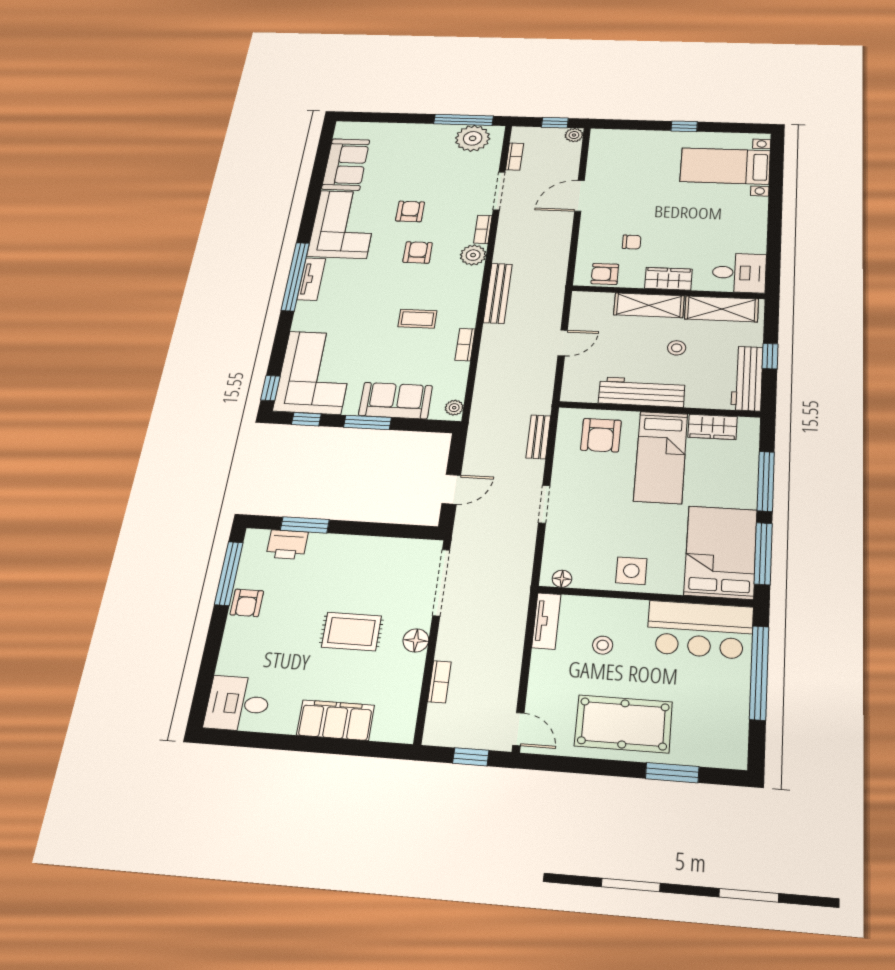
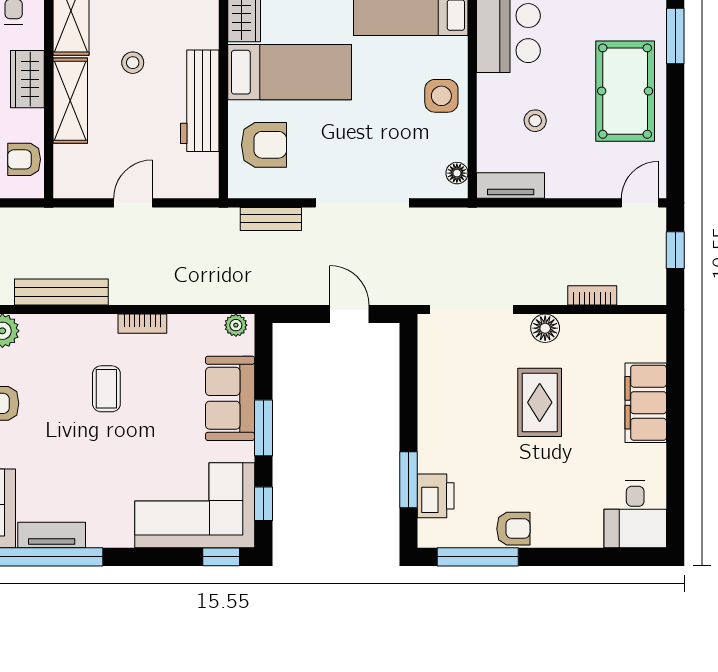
armchair: (605, 274) -> (24, 159), turned 90
door: (563, 343) -> (133, 203), hinge flipped
doorway: (544, 504) -> (362, 203), width x1.88

